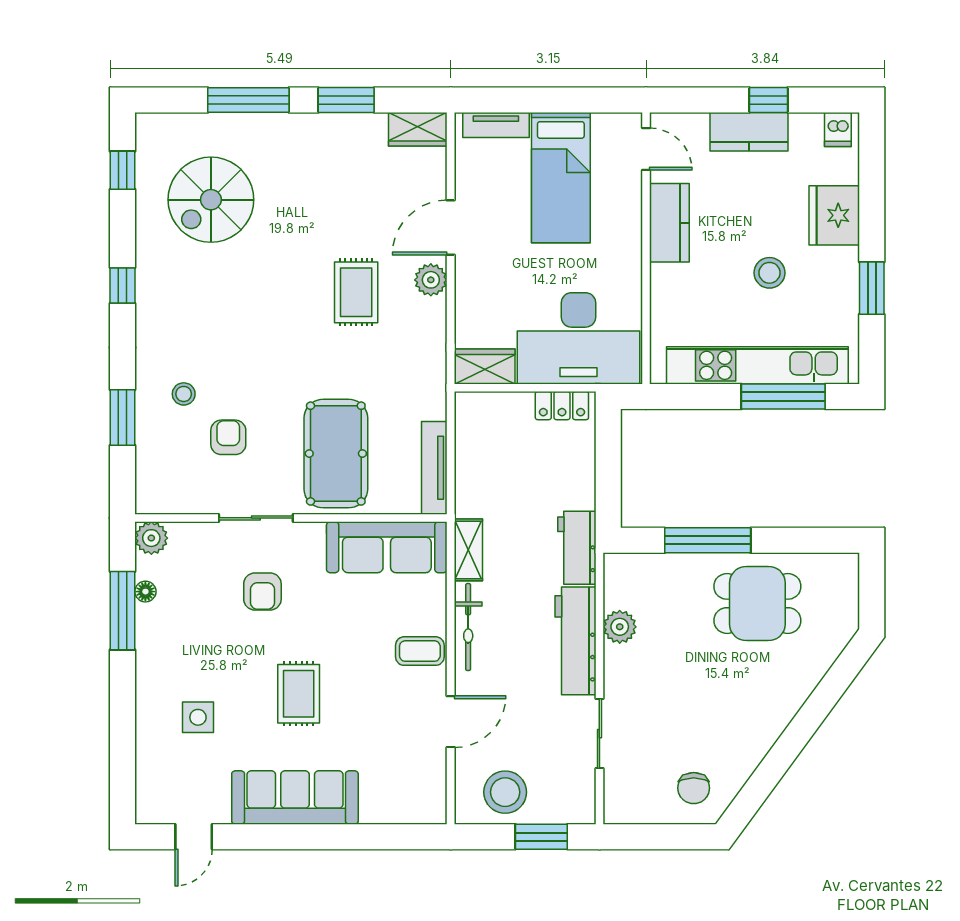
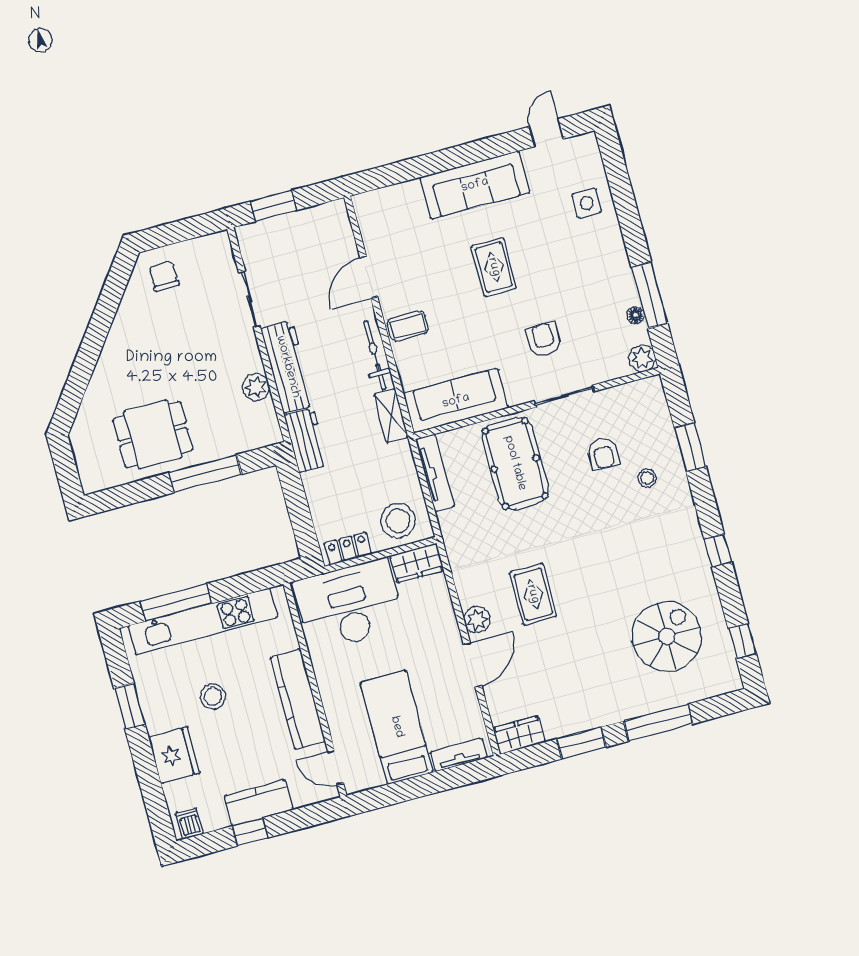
kitchen counter: (669, 223) -> (298, 699), width x1.50
side table: (198, 717) -> (587, 203), moved
stool: (505, 792) -> (398, 521), moved

